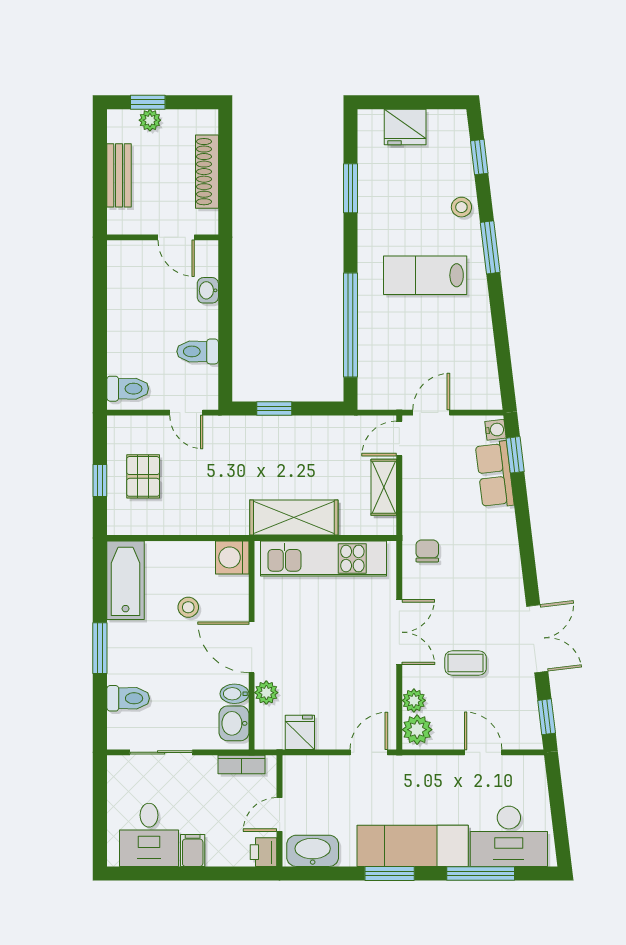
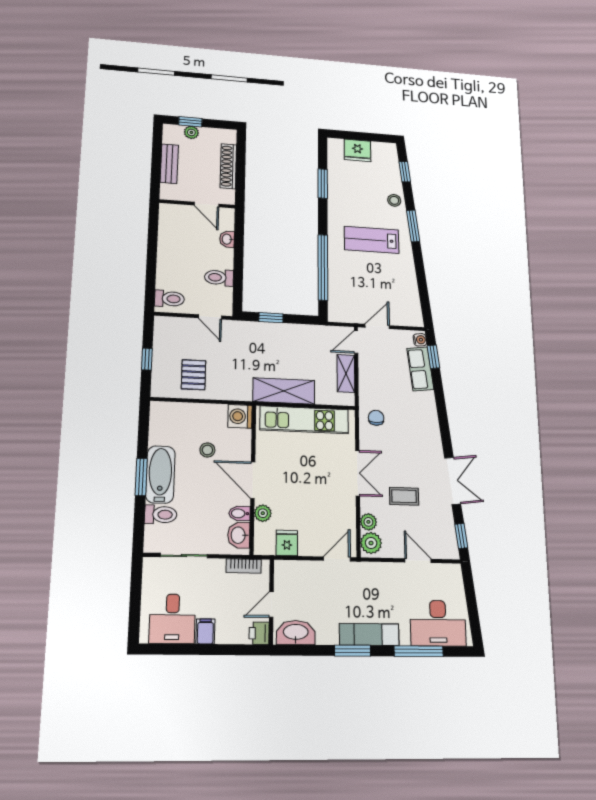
pallet: (143, 476) -> (194, 375), moved
bathtub: (125, 580) -> (160, 475), moved
exam couch: (413, 846) -> (369, 634), width x0.73, depth x0.69

